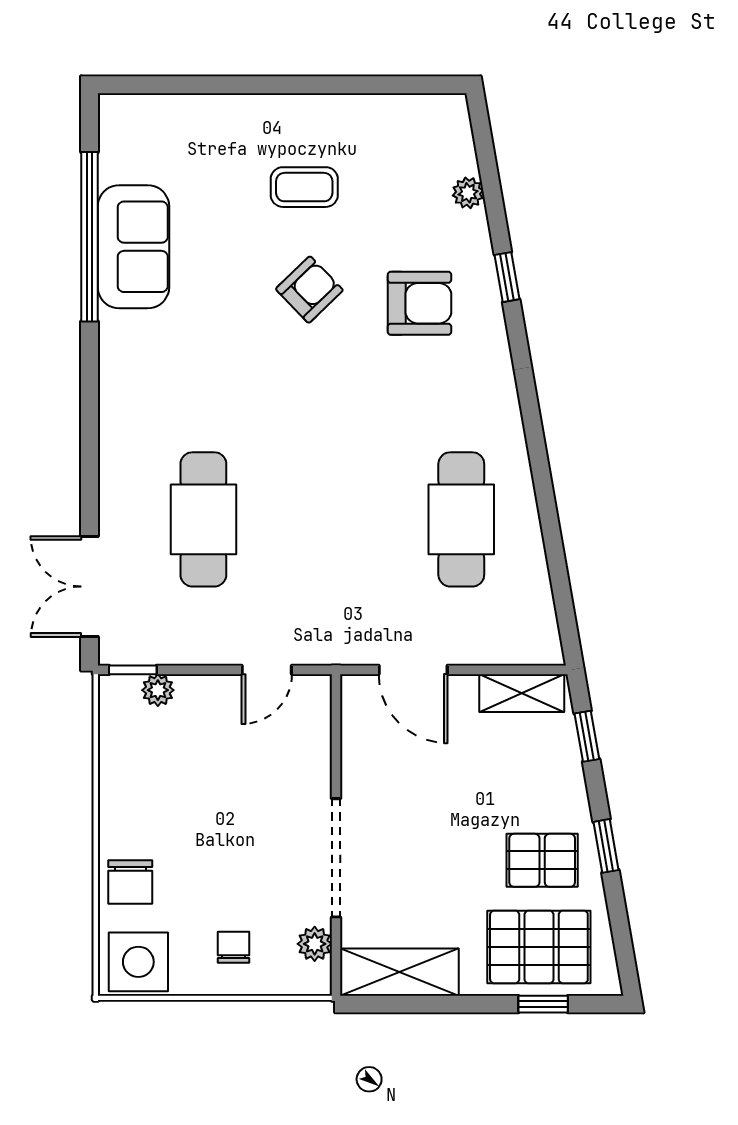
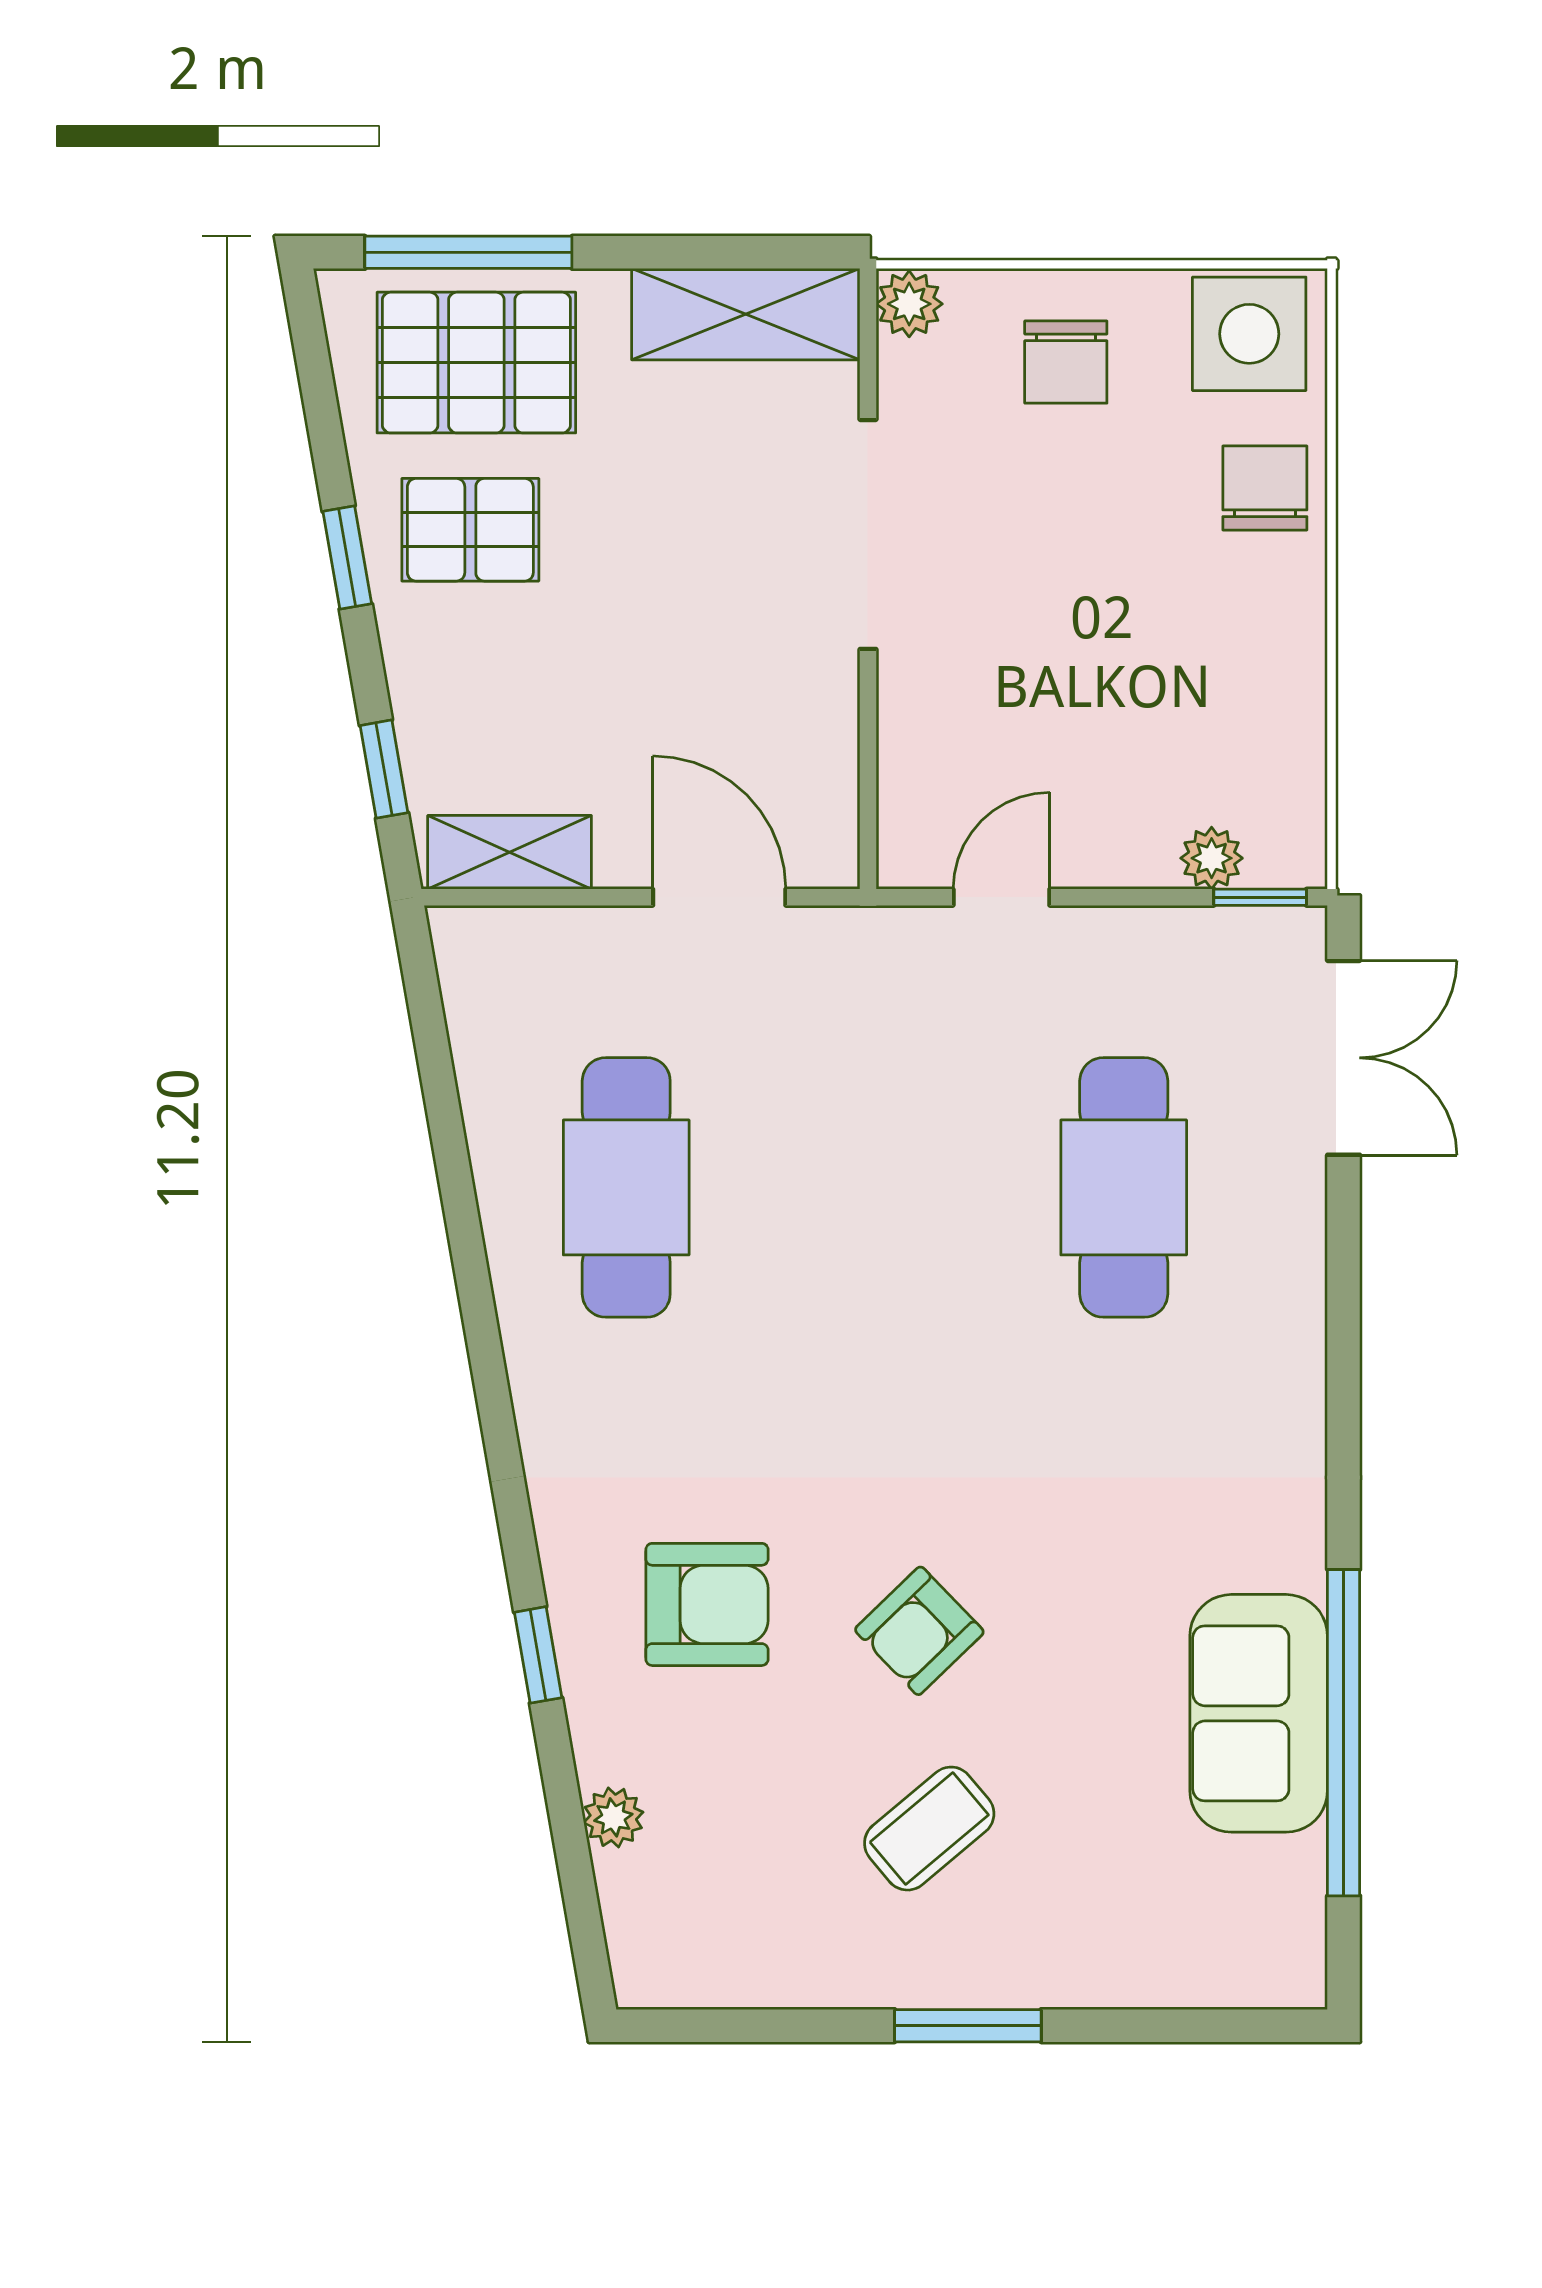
window: (284, 85) -> (968, 2026), added
coffee table: (304, 187) -> (929, 1829), turned -40
armchair: (419, 303) -> (707, 1604), turned 180
plant: (315, 944) -> (909, 304), moved
chair: (233, 947) -> (1066, 362), width x1.37, depth x1.37
window: (543, 1004) -> (468, 252), width x2.17

